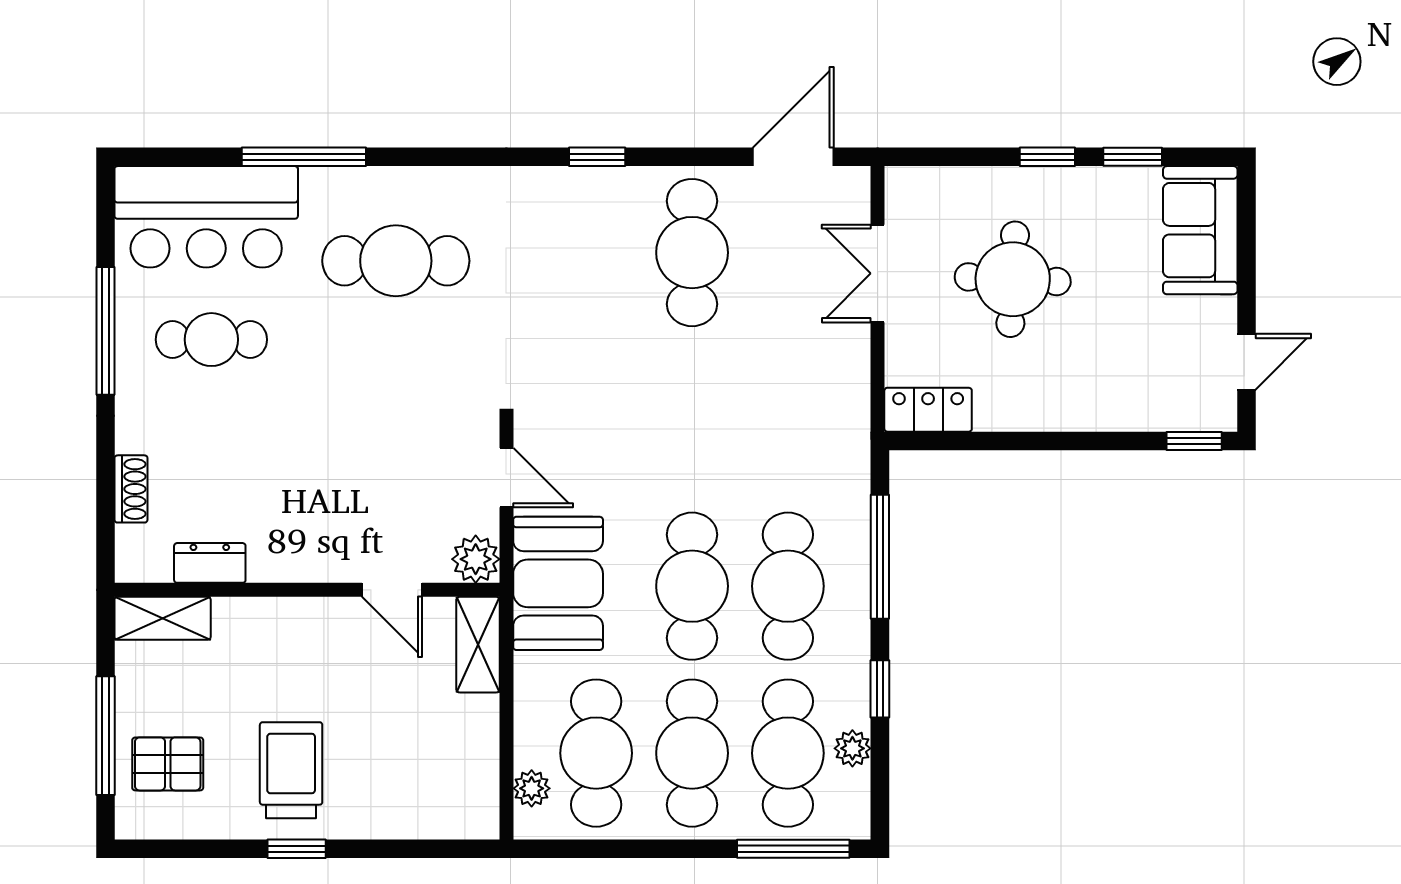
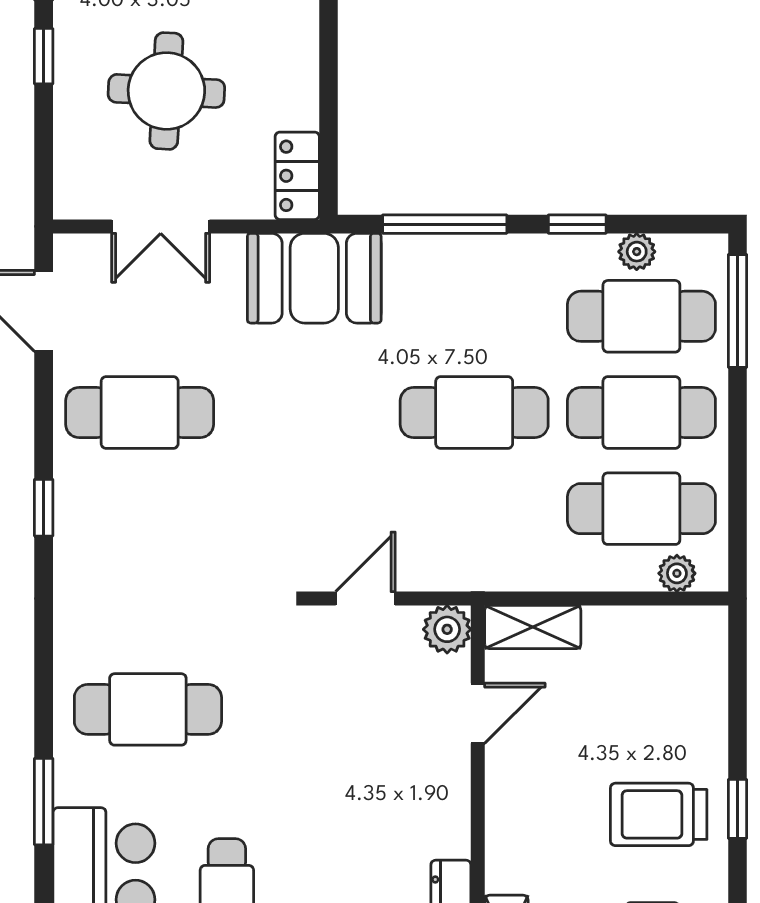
window: (304, 157) -> (44, 802), width x0.69
cafe table: (396, 261) -> (148, 709), turned 90
booth: (558, 583) -> (314, 278), moved
cafe table: (788, 586) -> (474, 316), removed

